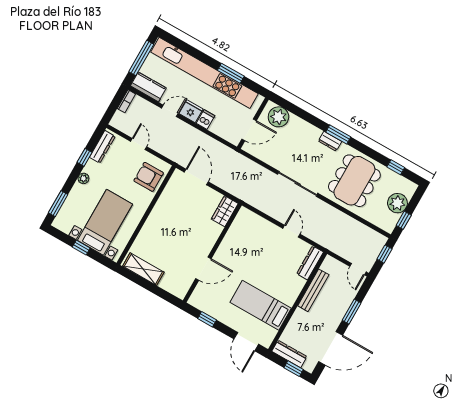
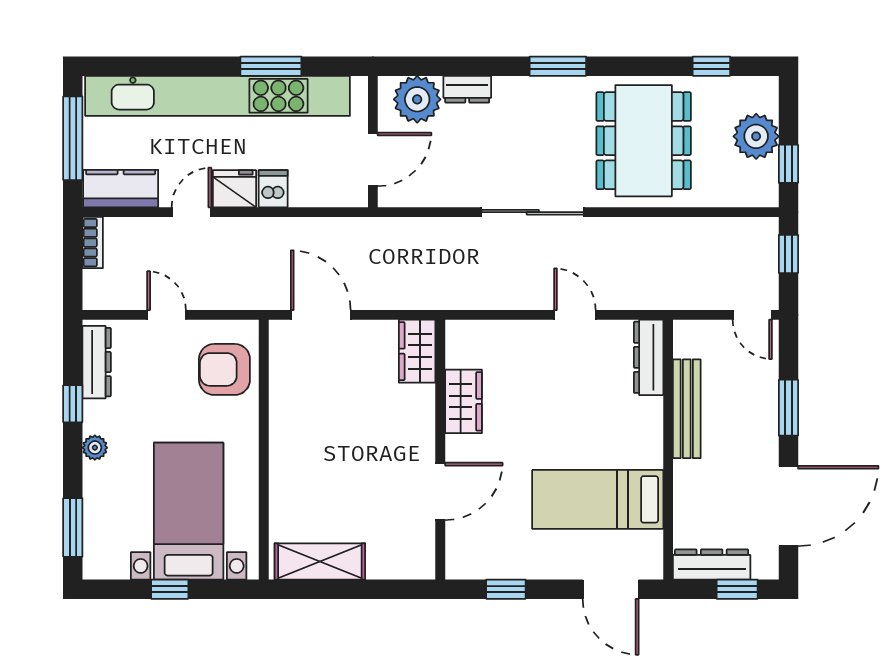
dresser: (330, 141) -> (467, 89), moved
wardrobe: (231, 240) -> (464, 401), added

